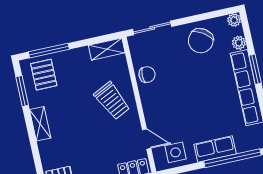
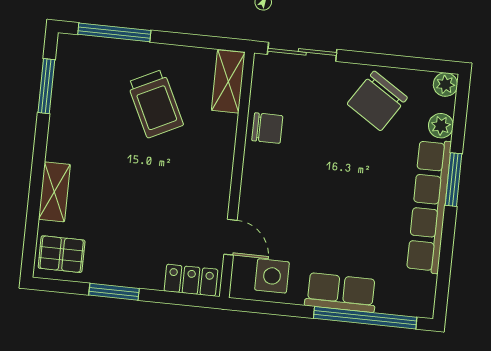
shelving: (107, 49) -> (228, 81), moved, turned 90
pallet: (44, 75) -> (92, 70), removed
trolley: (112, 101) -> (155, 104), moved
shelving: (40, 124) -> (54, 192), moved

